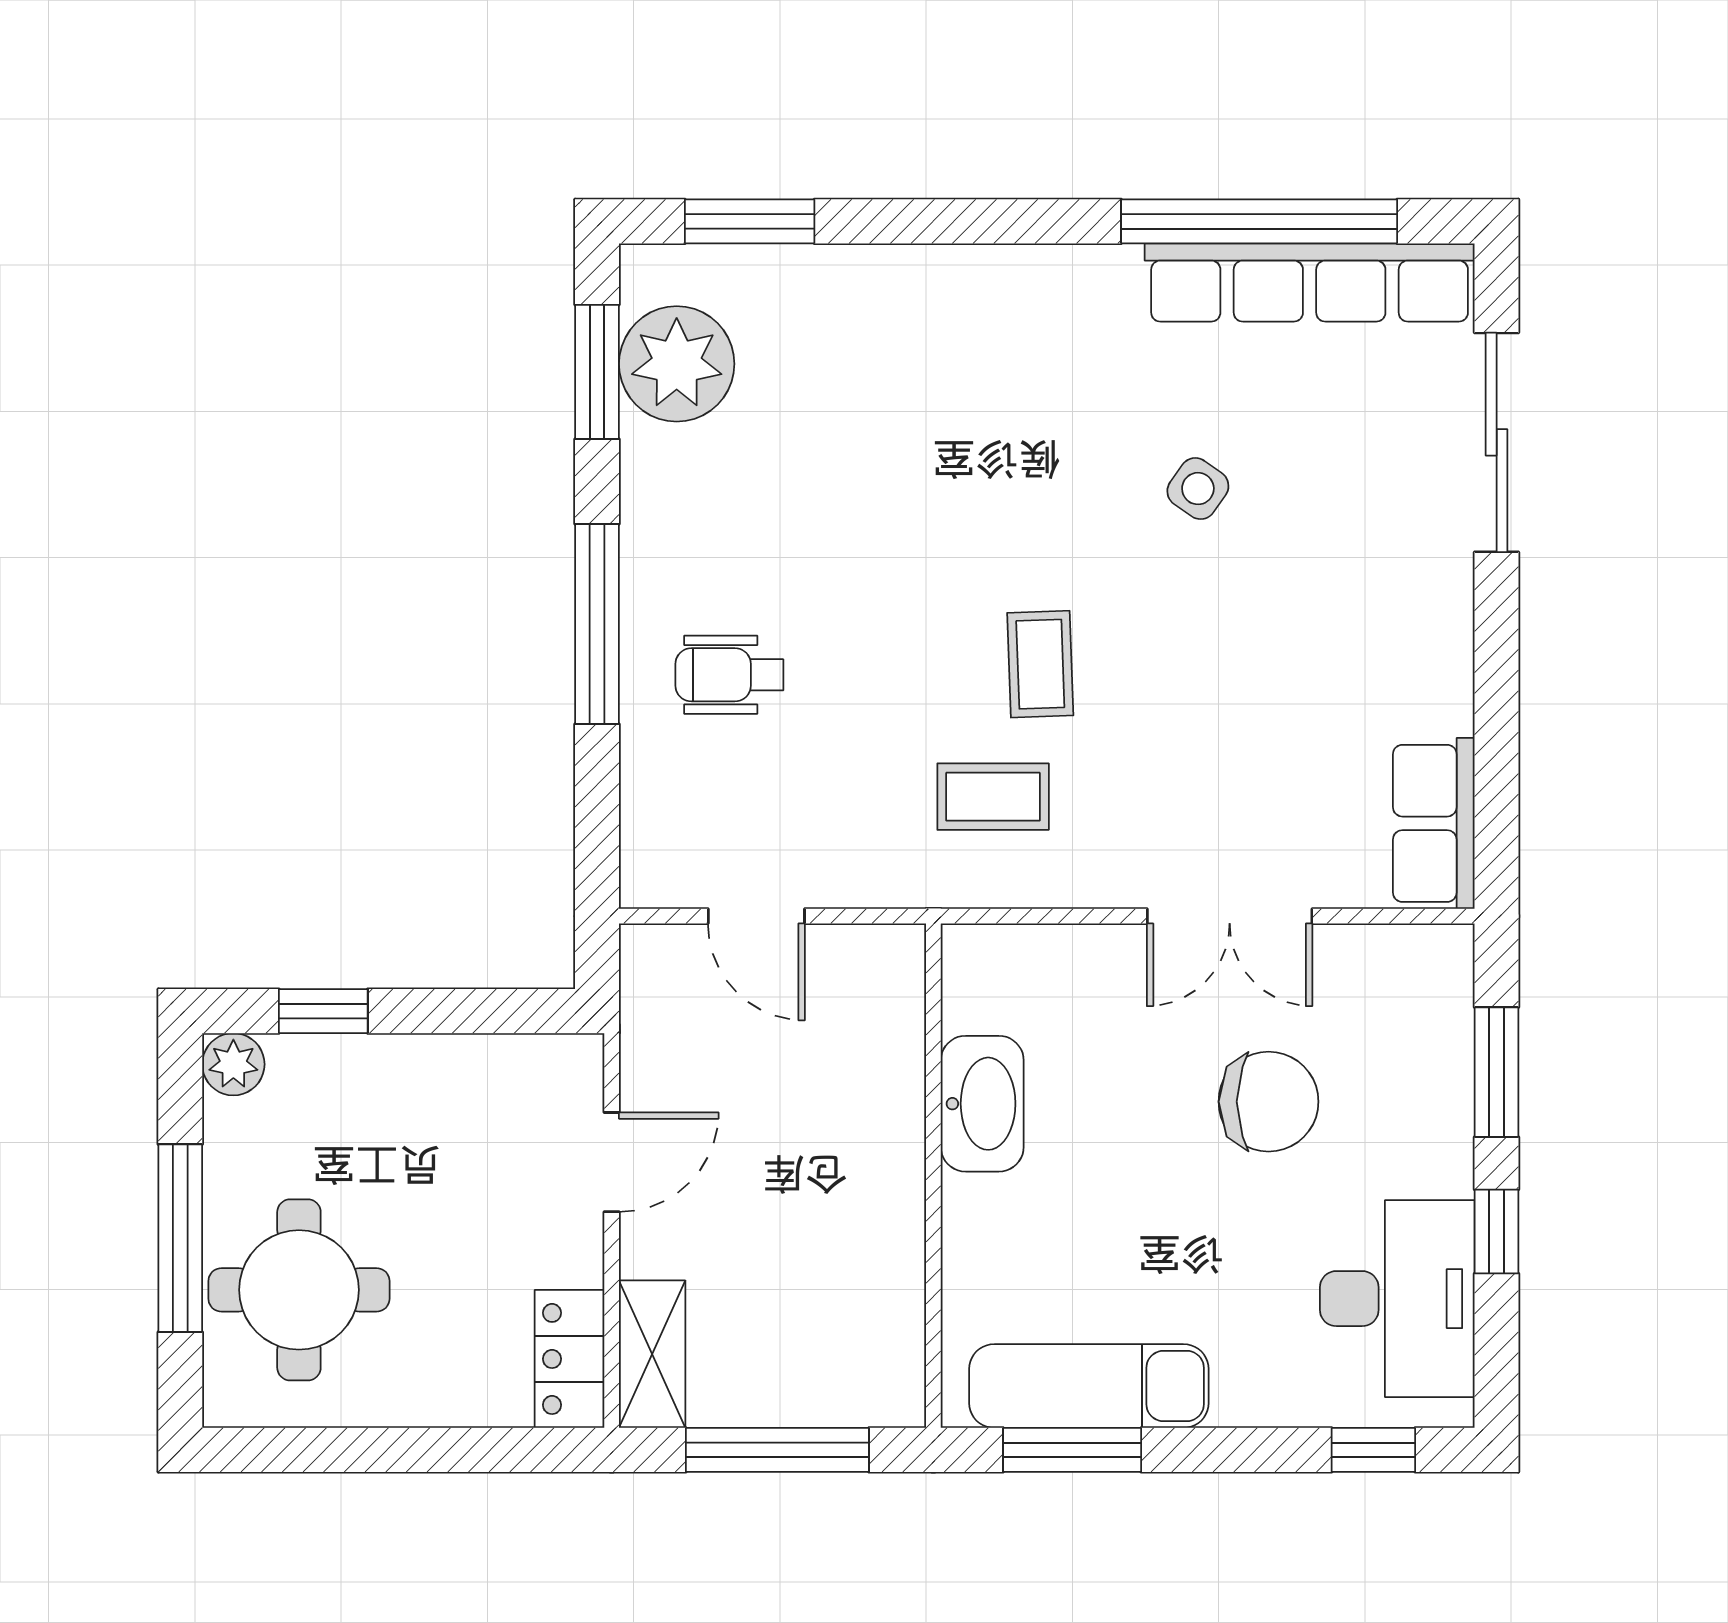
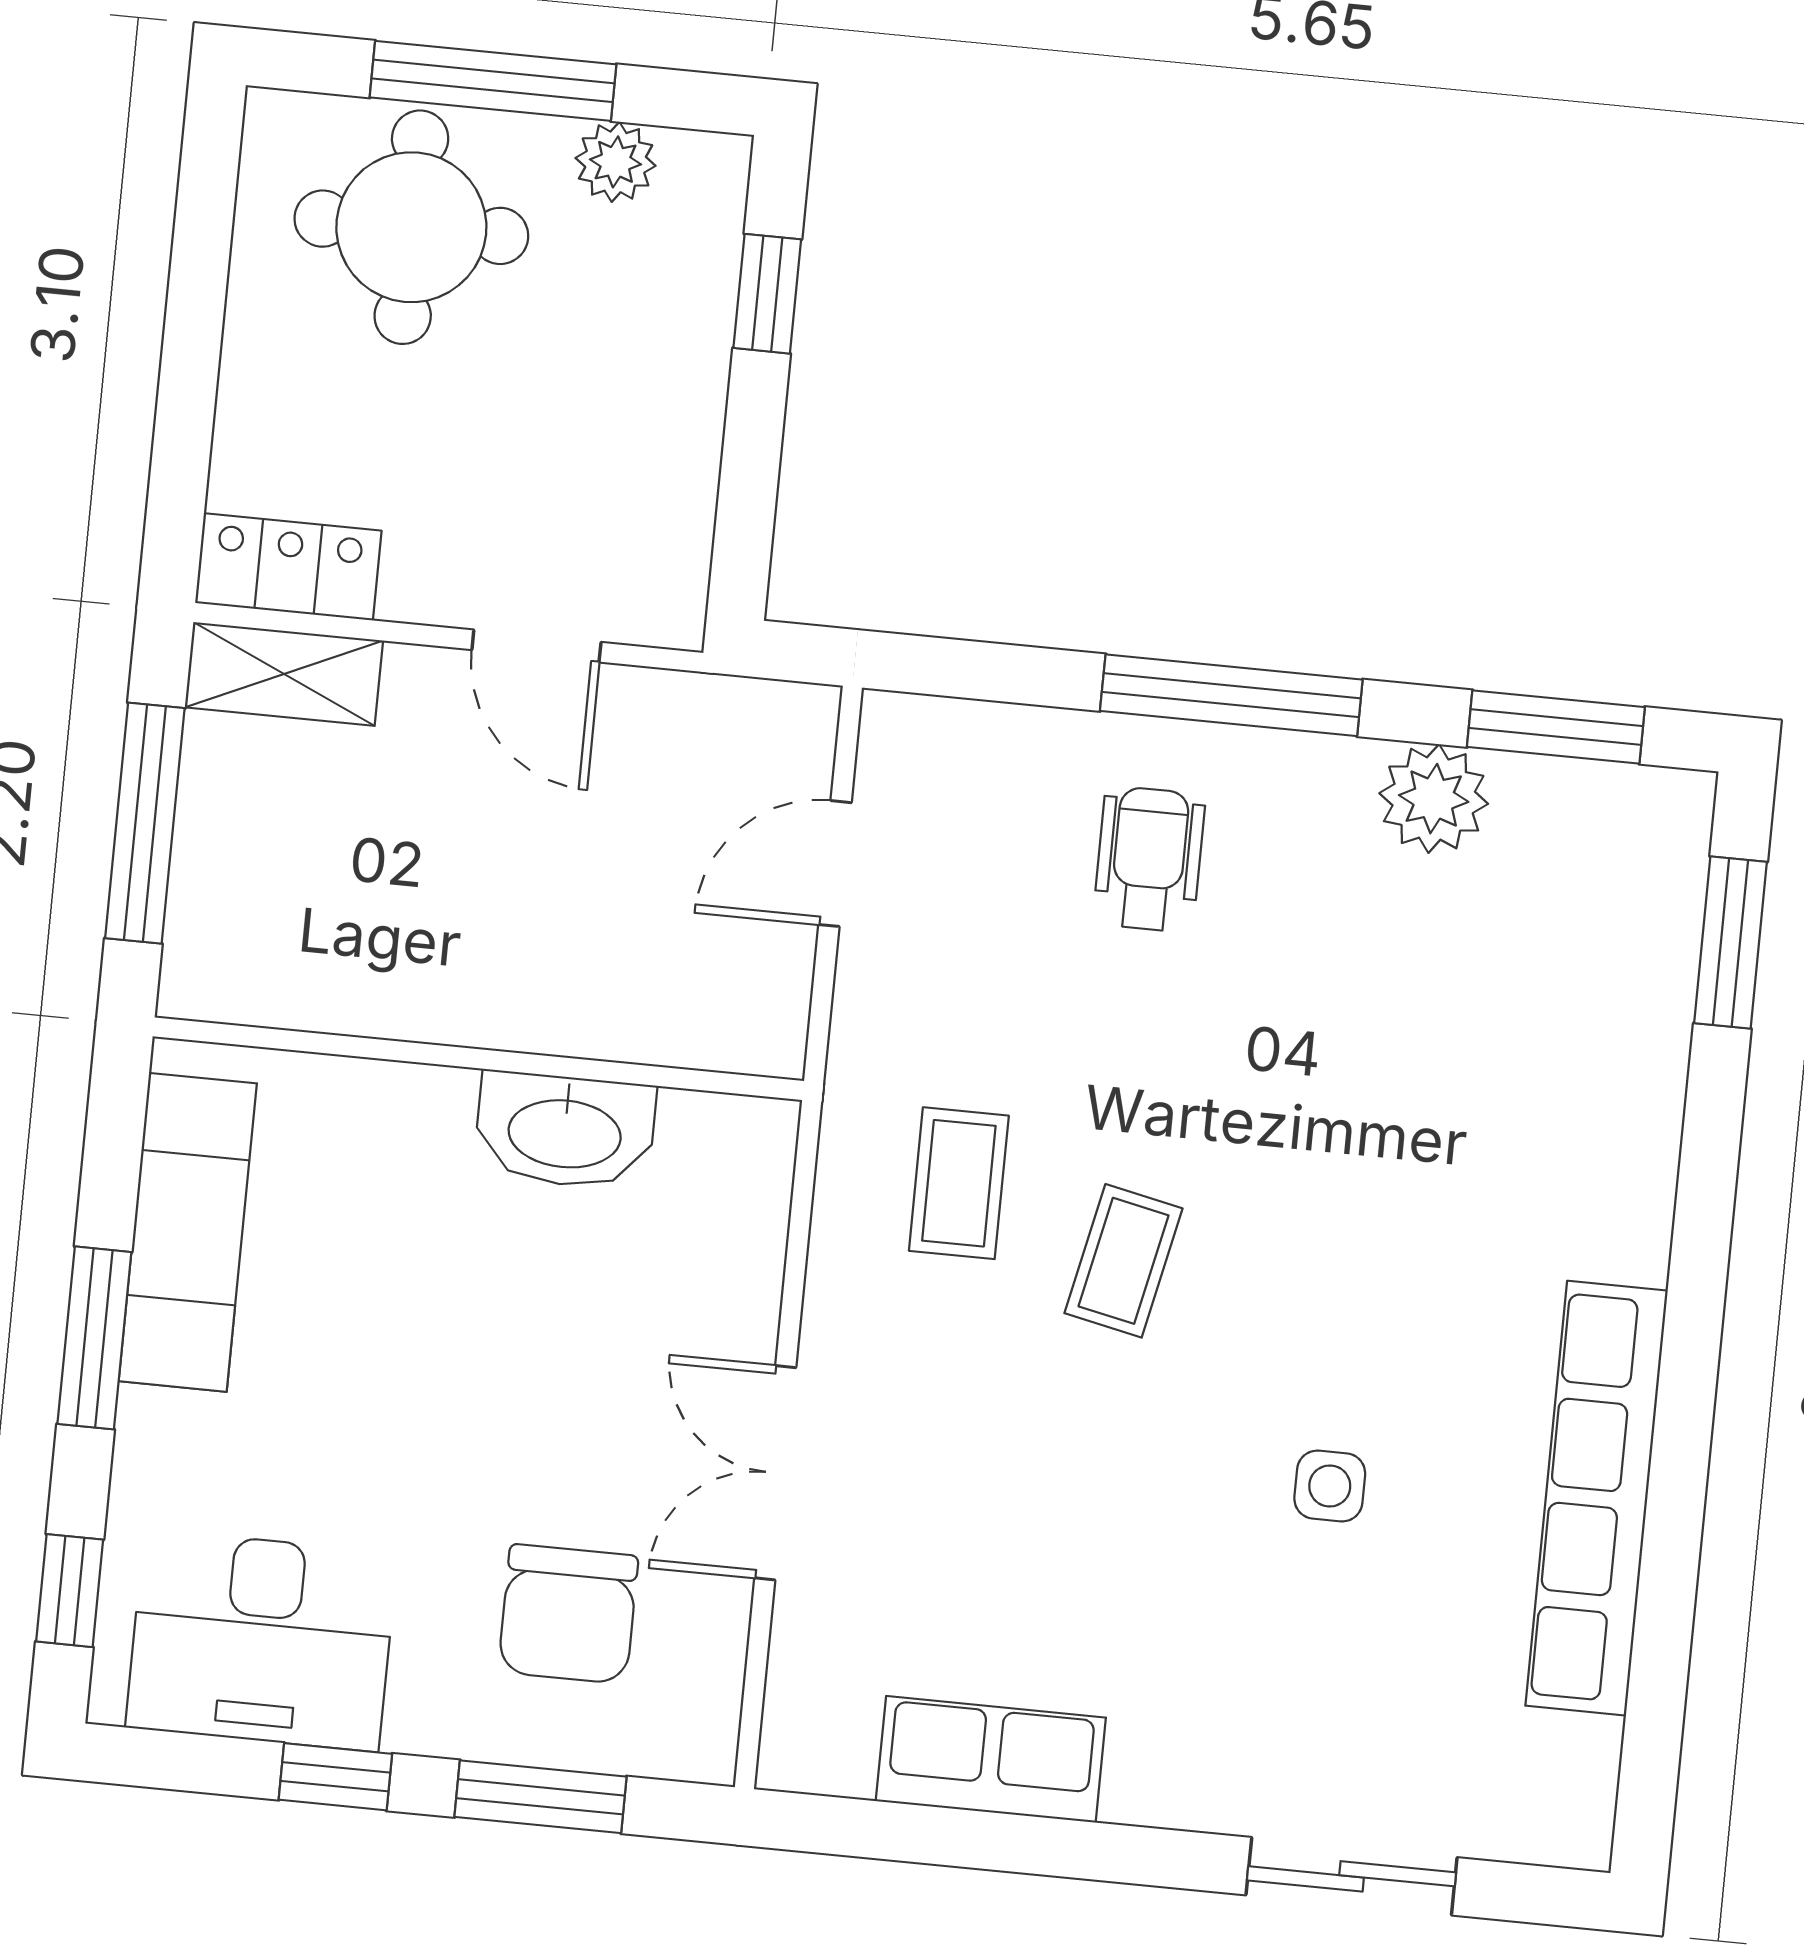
window: (1259, 221) -> (1666, 1598), removed
row of seats: (1310, 282) -> (1597, 1498), moved
plant: (677, 364) -> (1434, 799), moved, width x0.73, depth x0.73
sliding door: (1497, 442) -> (1352, 1876), width x0.73
side table: (1198, 489) -> (1330, 1486), turned -35
coffee table: (1040, 664) -> (1124, 1261), turned -76
row of seats: (1434, 823) -> (991, 1759), moved
plant: (233, 1064) -> (616, 162), moved
chair: (1268, 1102) -> (568, 1614), moved
window: (1072, 1450) -> (94, 1338), moved

